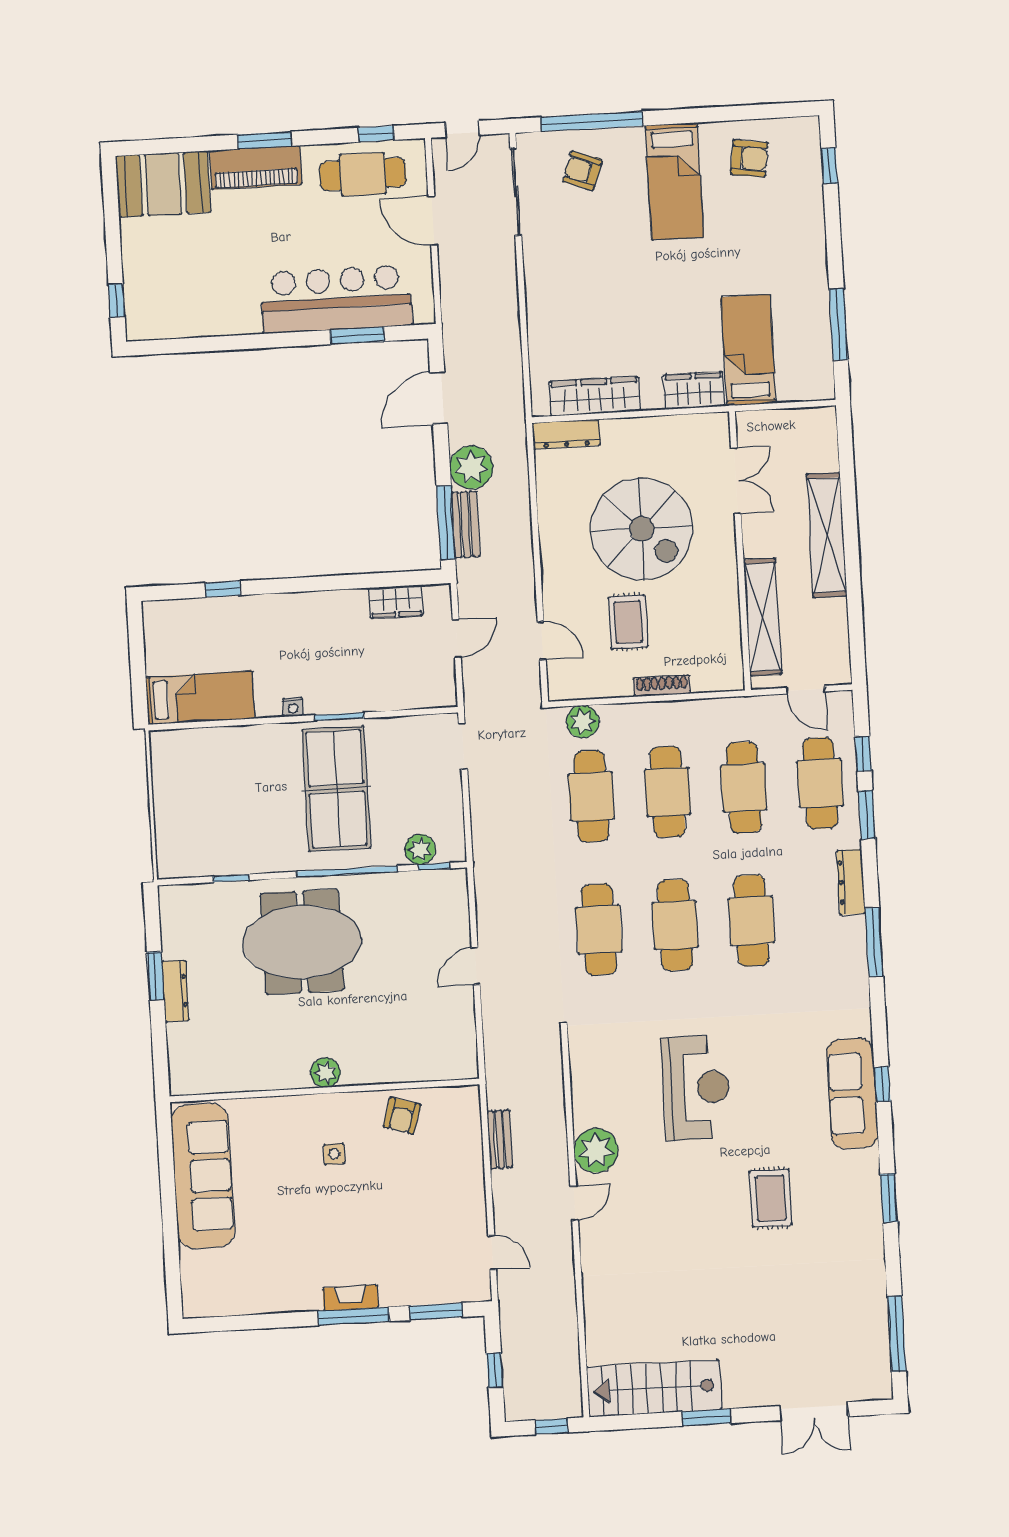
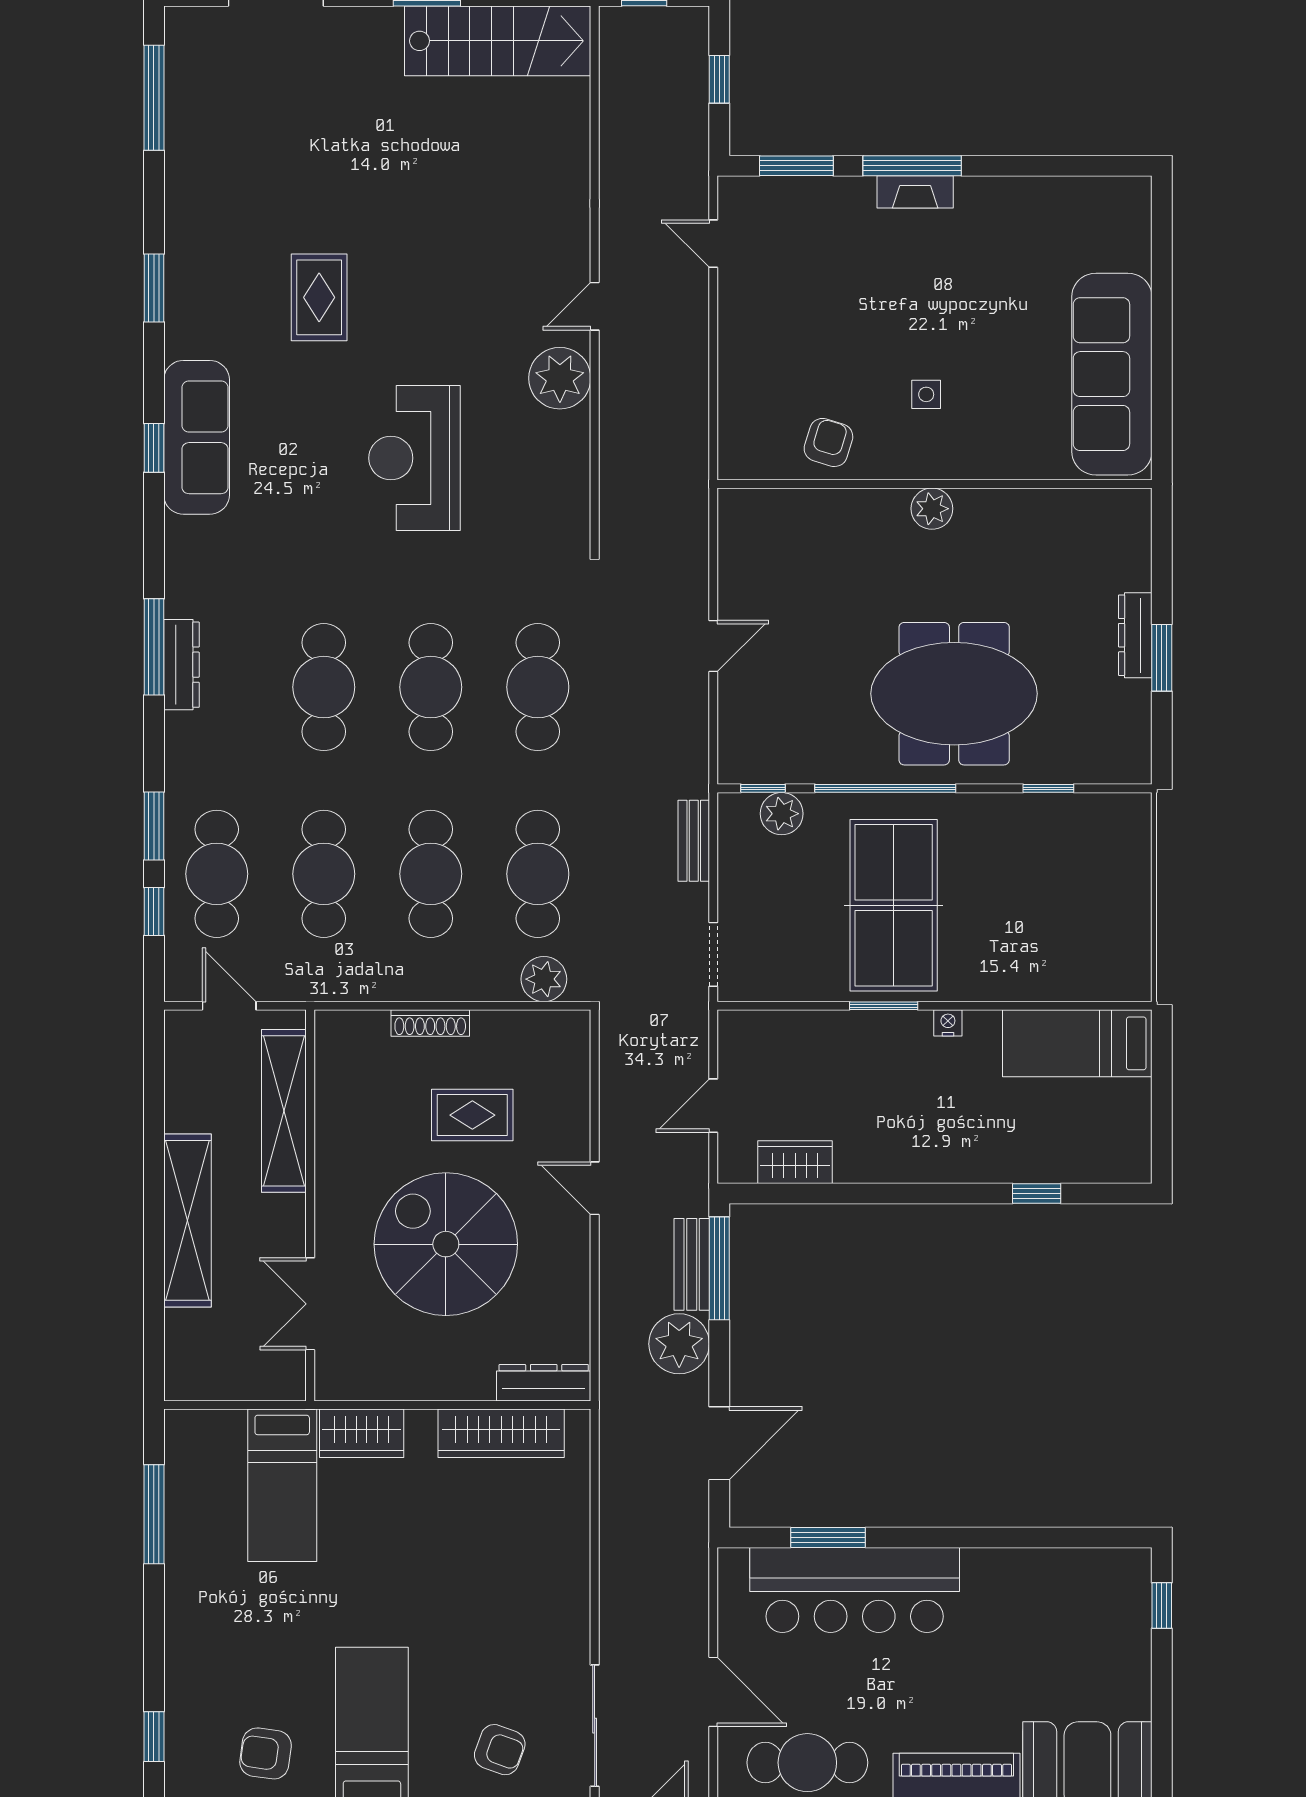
rug: (628, 622) -> (472, 1115), turned 90
door: (542, 641) -> (595, 1188), moved
dresser: (851, 882) -> (182, 665), moved
bench: (500, 1139) -> (694, 841), moved

